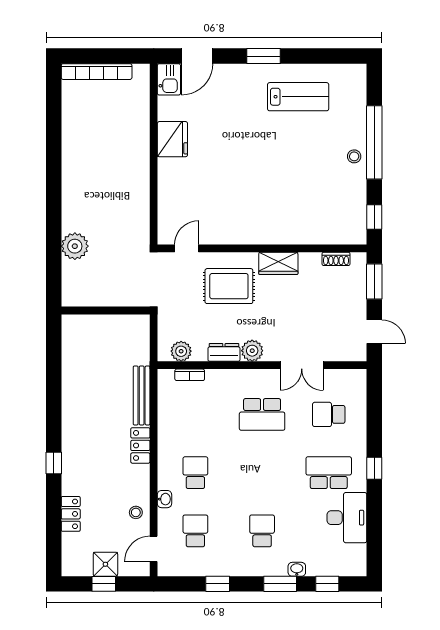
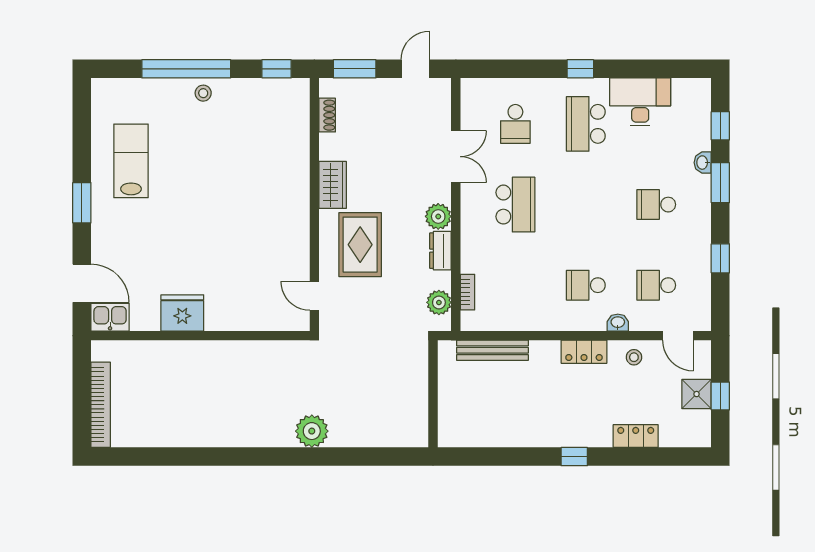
wall: (106, 311) -> (433, 394), moved
locker: (140, 445) -> (584, 352), moved

